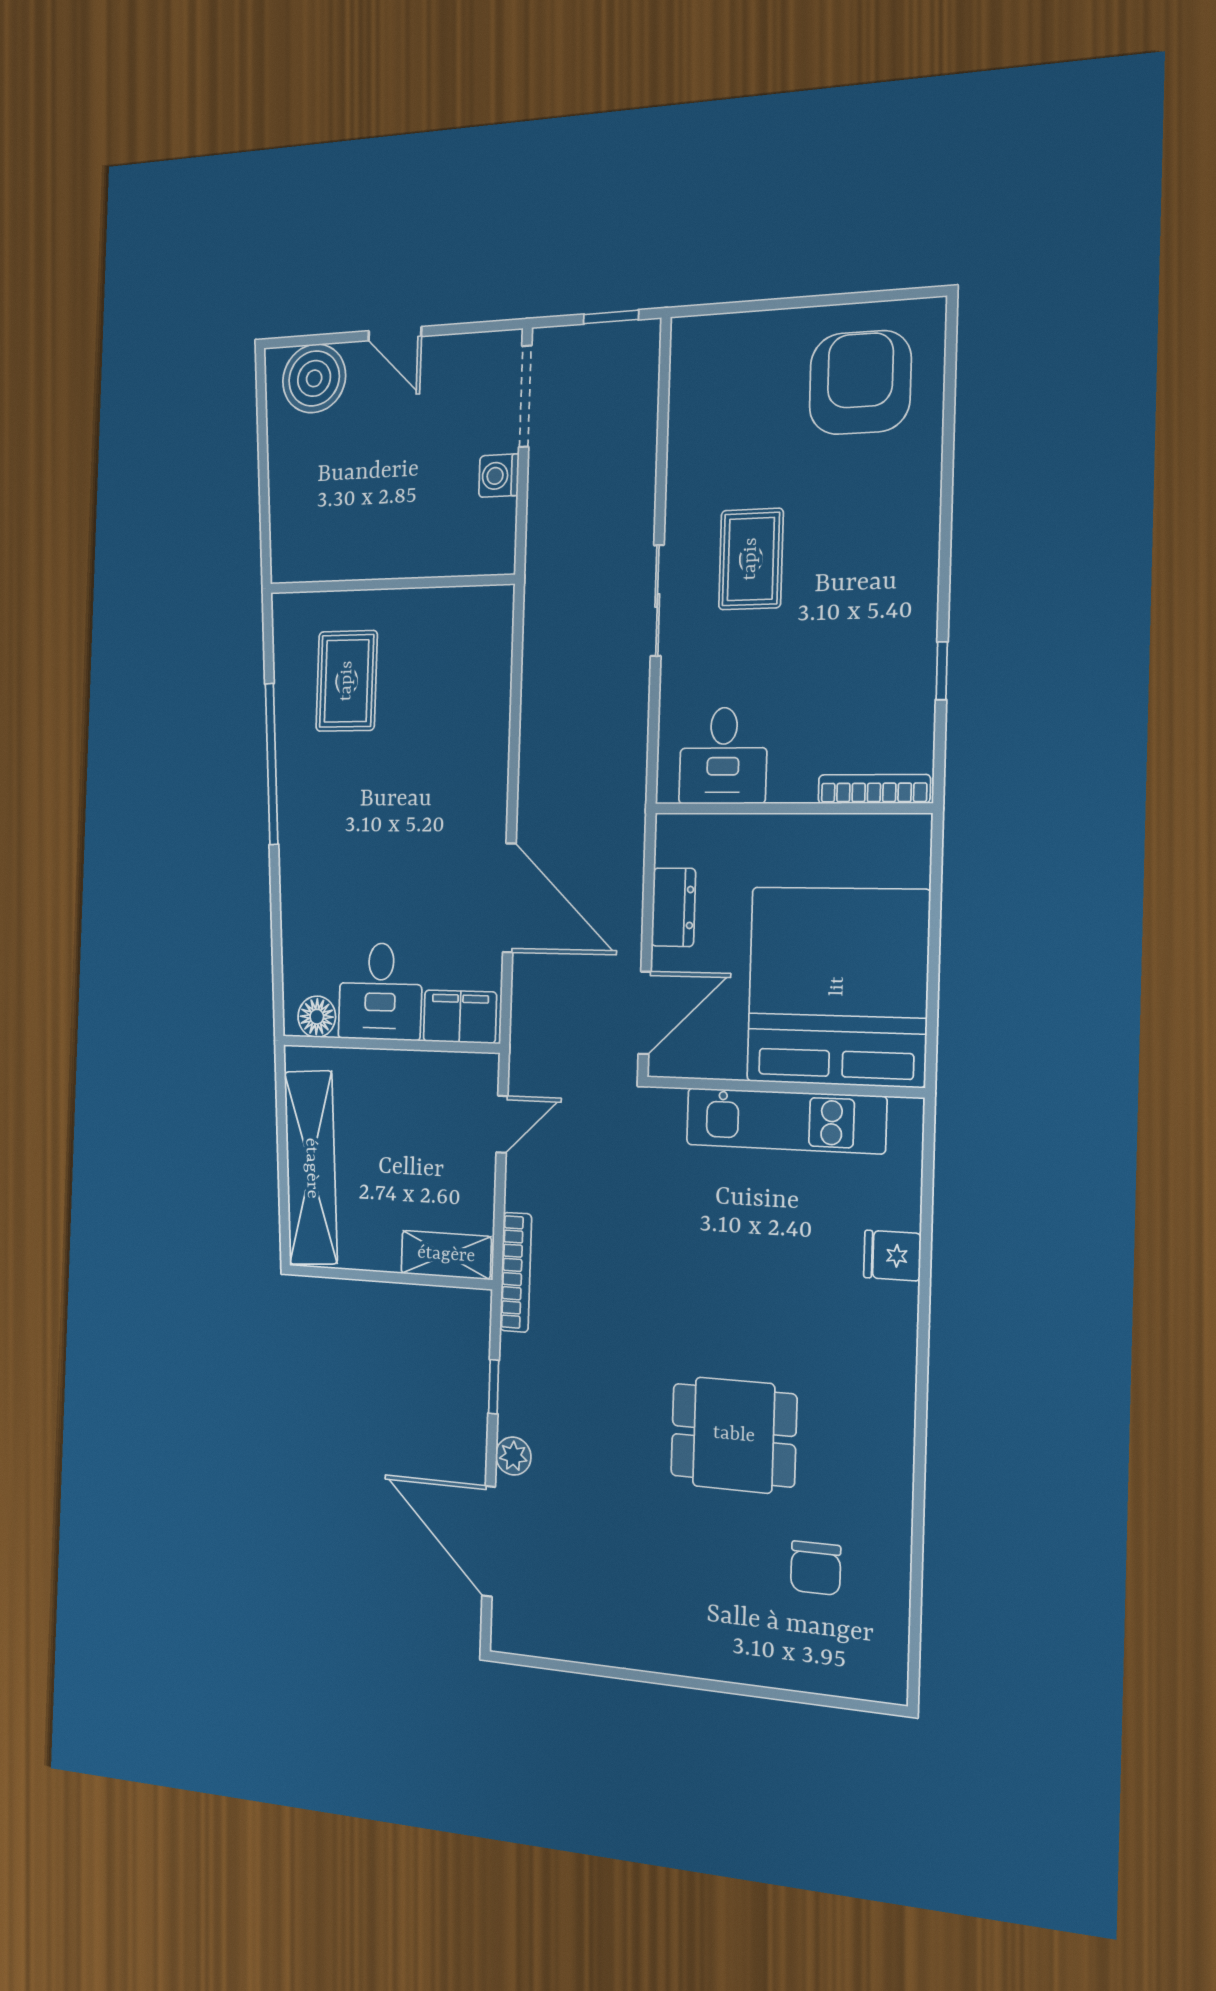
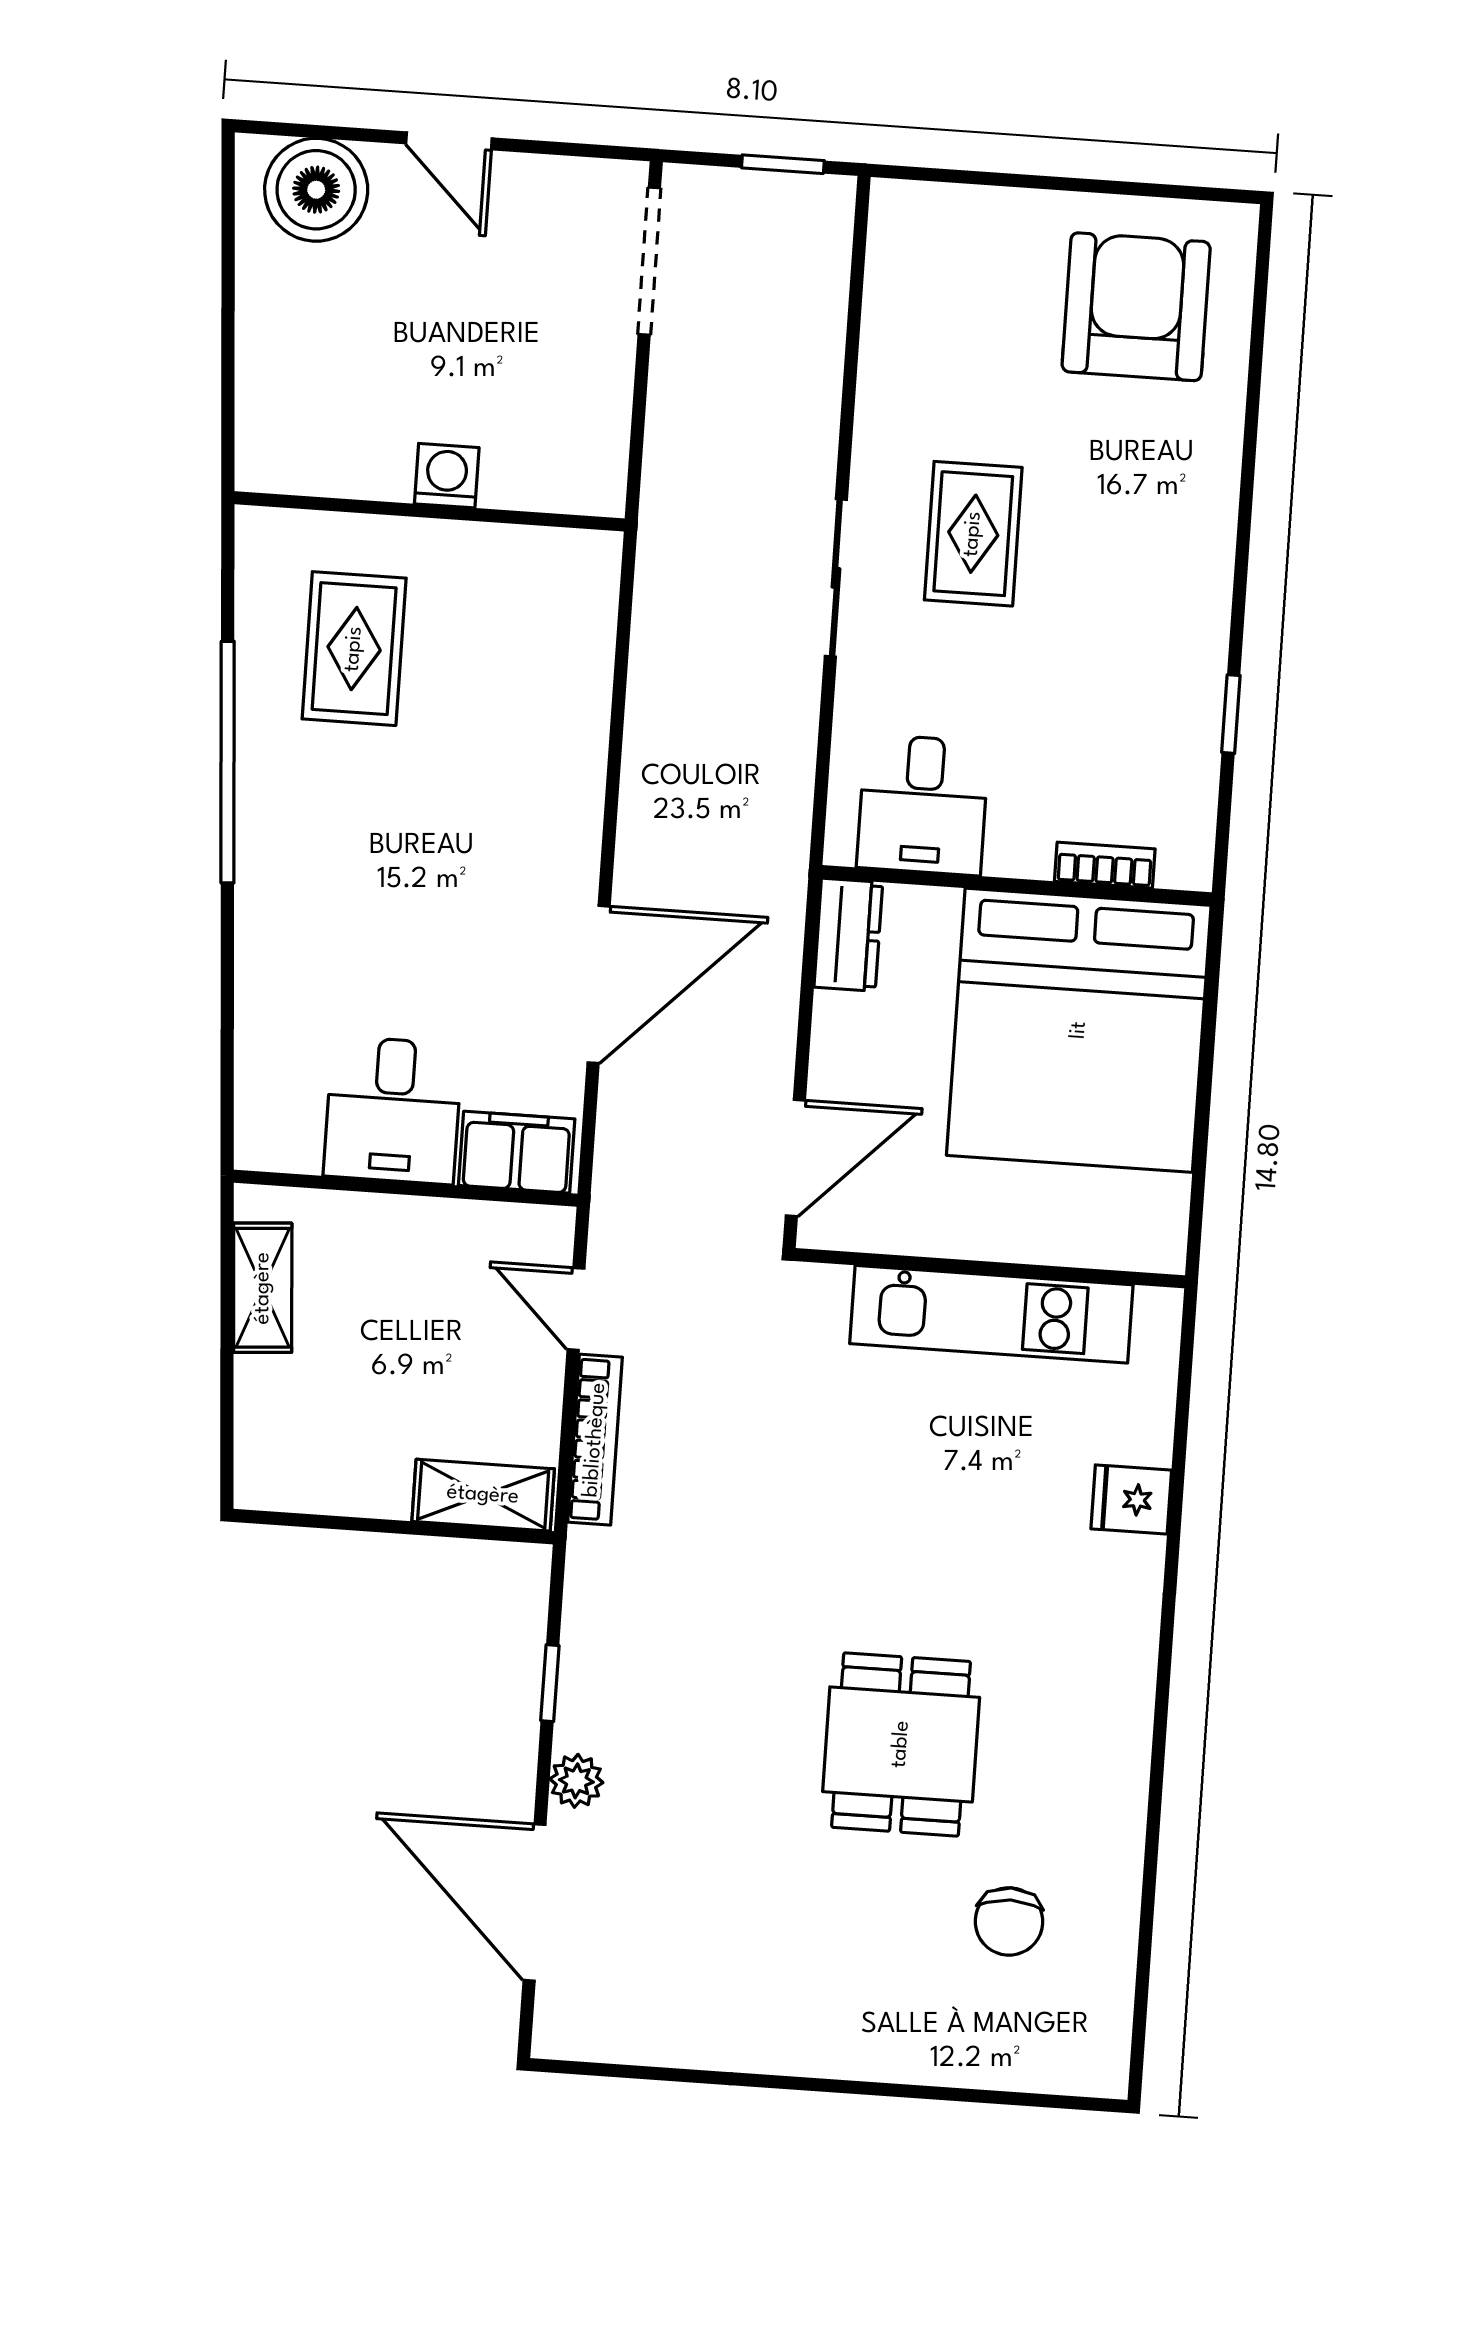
washing machine: (499, 476) -> (447, 476), moved, turned 90
bookcase: (874, 789) -> (1105, 865), width x0.64
door: (509, 898) -> (599, 984), hinge flipped
dresser: (673, 907) -> (848, 935), moved
bed: (838, 986) -> (1079, 1030), moved, turned 180
floor lamp: (317, 1017) -> (289, 1143), removed
door: (502, 1124) -> (576, 1309), swing flipped
shelving: (311, 1168) -> (263, 1288), width x0.45, depth x0.75
bookcase: (516, 1272) -> (595, 1440), moved
dining table: (734, 1435) -> (901, 1744), turned 90

